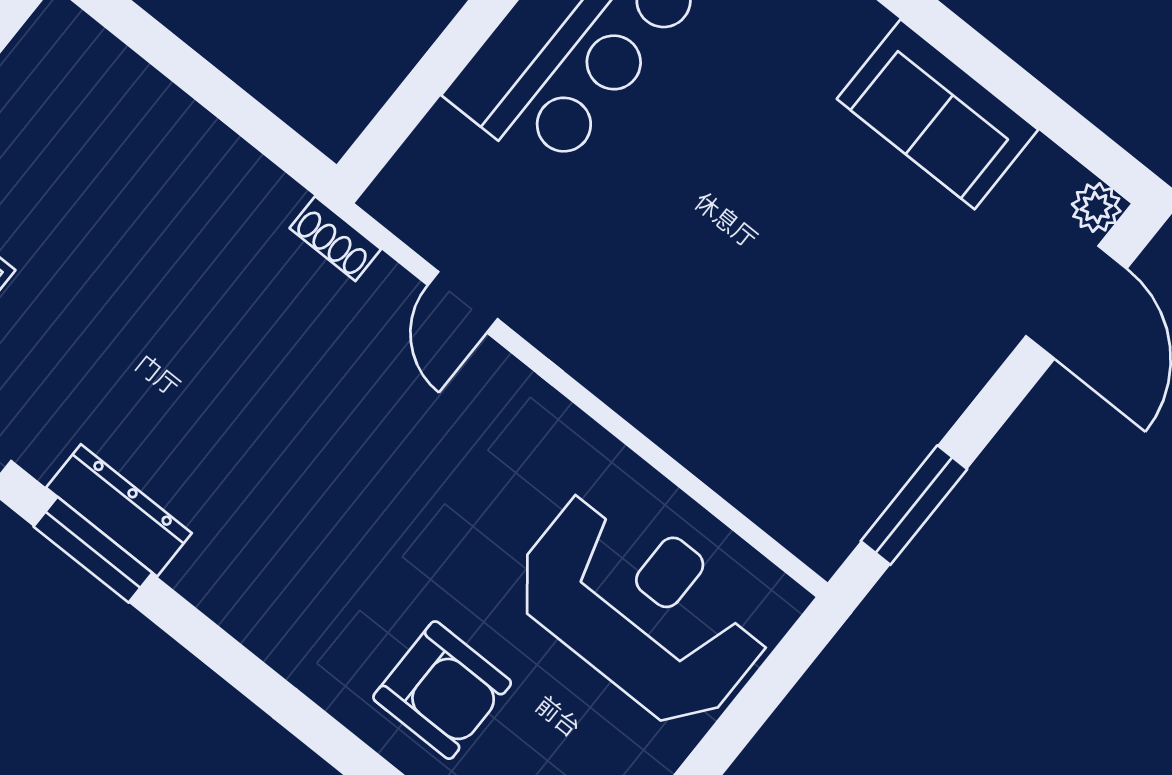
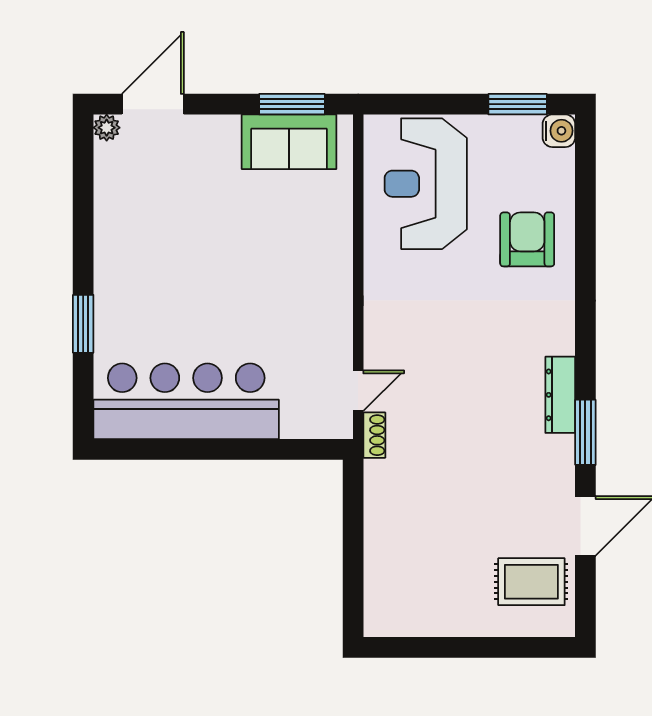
sofa: (938, 114) -> (289, 142), moved, turned 90
door: (463, 302) -> (358, 391), moved
dresser: (119, 510) -> (560, 395), moved

